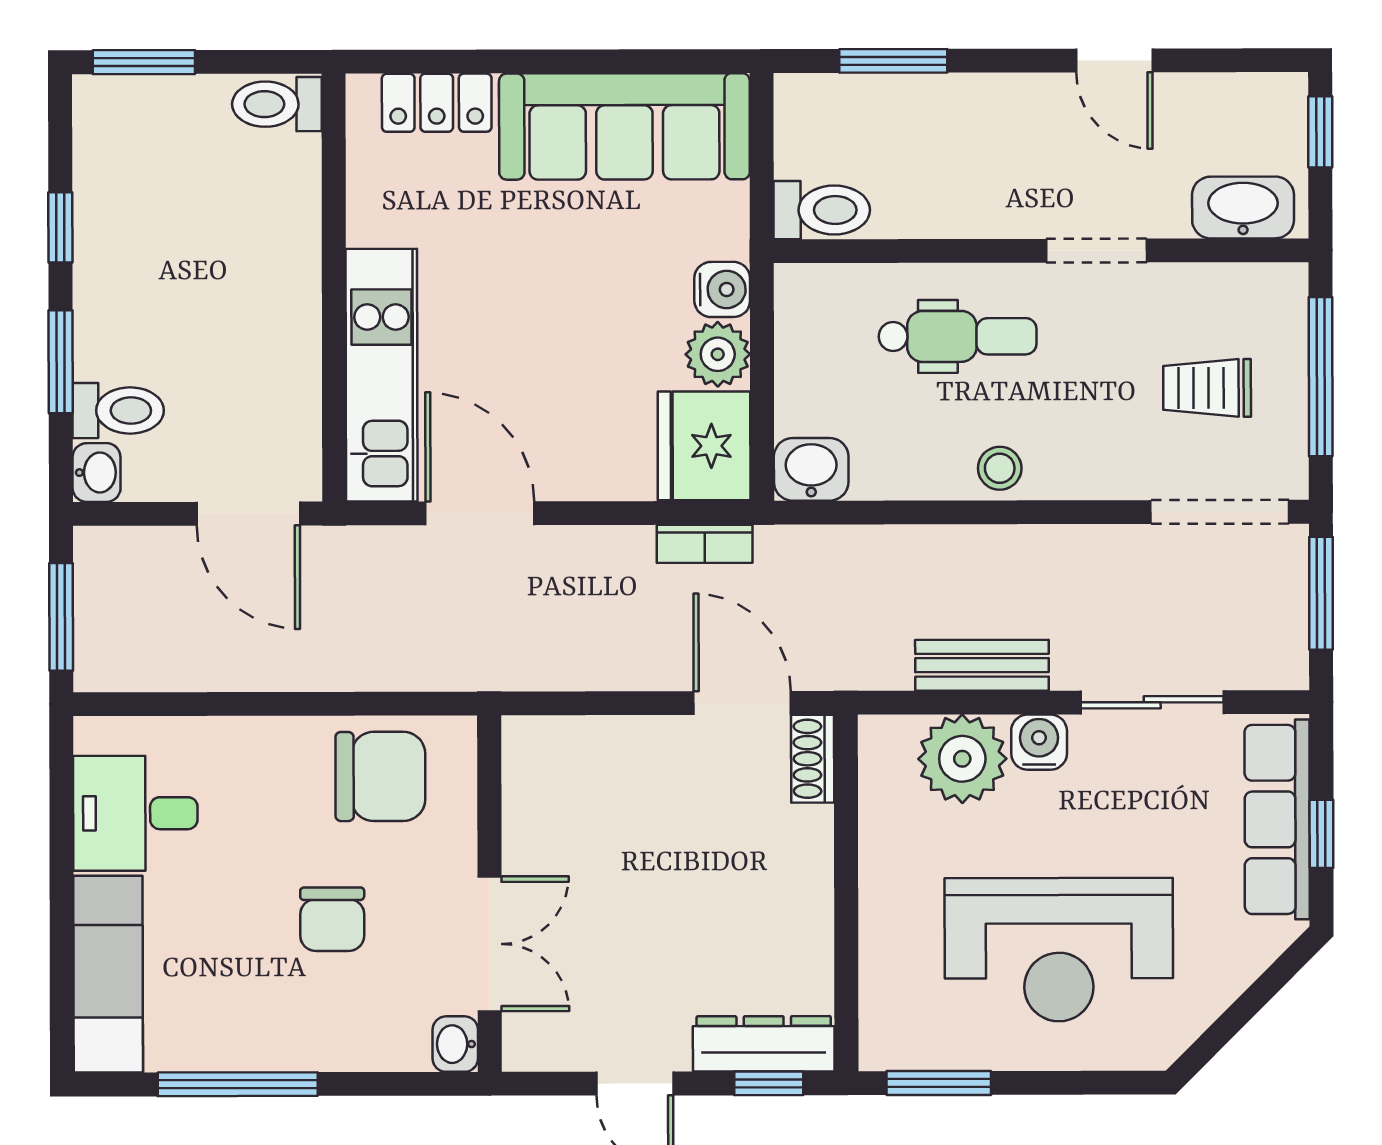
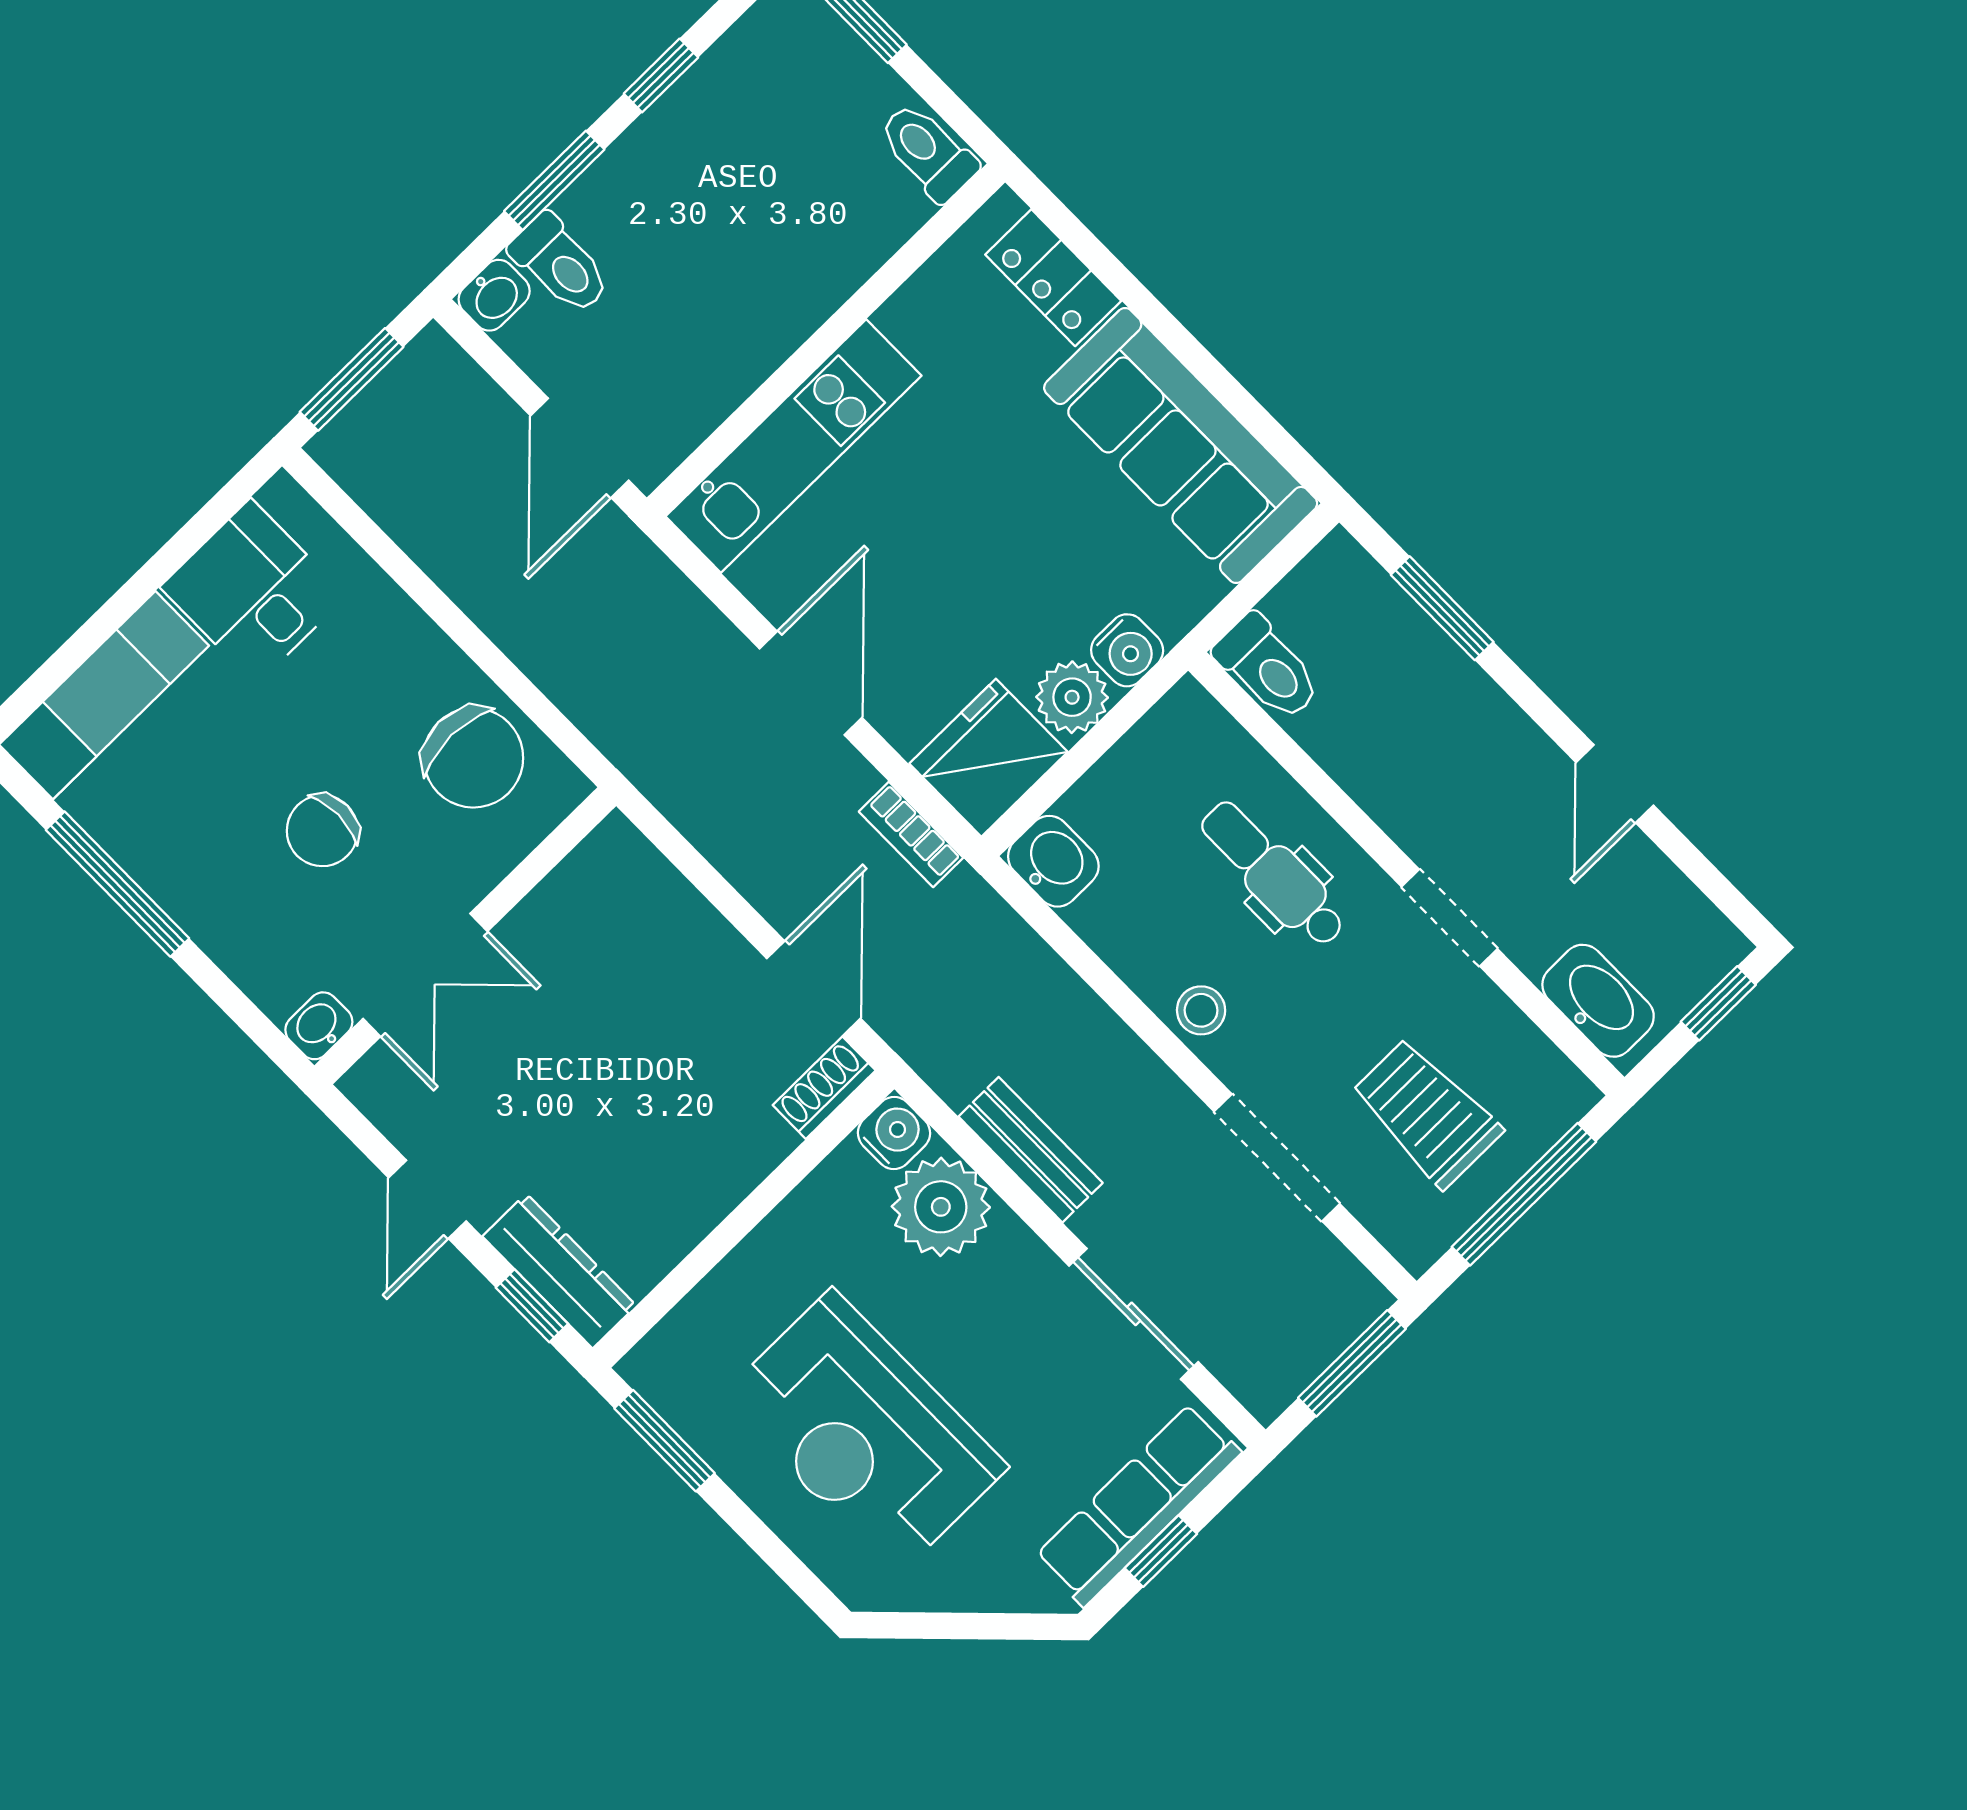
dental chair: (958, 336) -> (1273, 874), turned 180
trolley: (1207, 388) -> (1426, 1113), width x1.36, depth x1.39
doorway: (1220, 512) -> (1277, 1158), moved
door: (480, 513) -> (811, 683), moved
water cooler: (1039, 742) -> (894, 1133), moved

